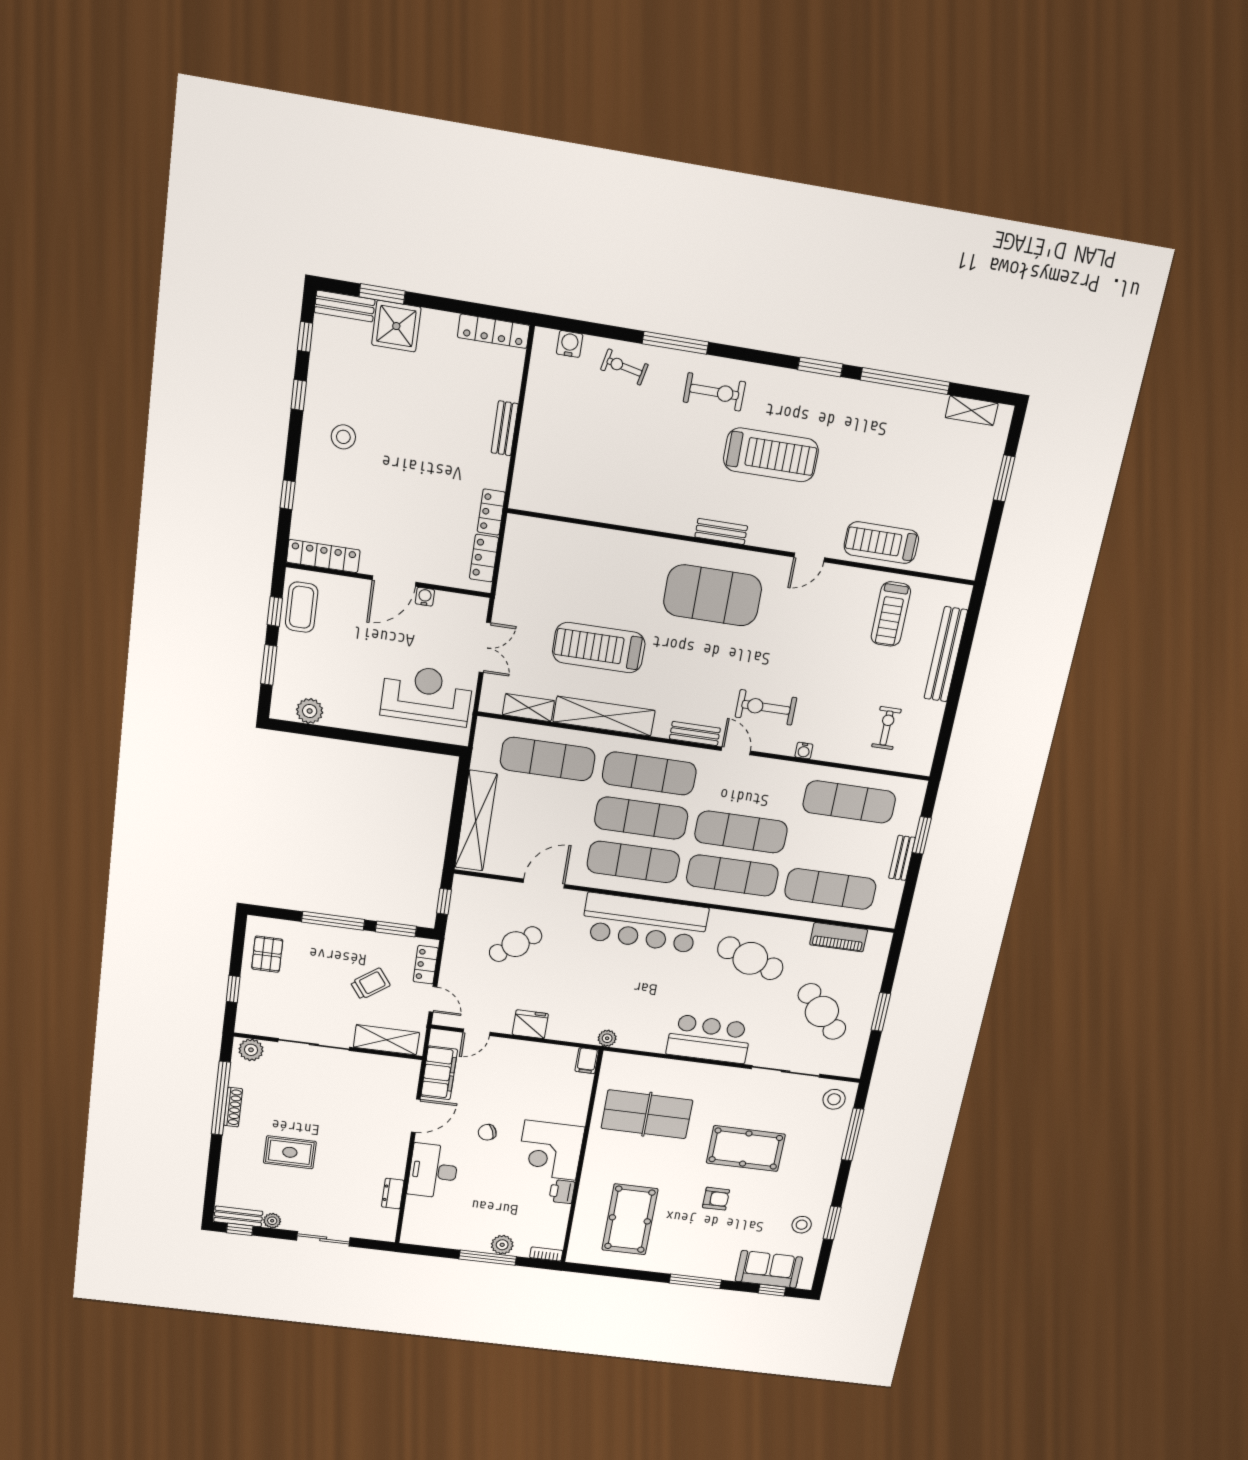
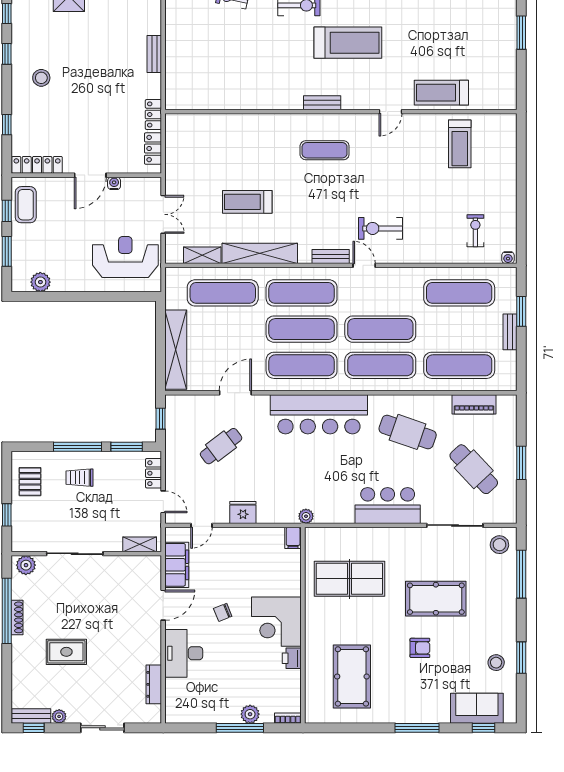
exercise mat: (713, 595) -> (325, 150), width x0.50, depth x0.69
treadmill: (599, 648) -> (247, 202), width x0.73, depth x0.73
bench: (946, 654) -> (508, 168), removed
water cooler: (804, 751) -> (508, 258), moved
trolley: (370, 984) -> (79, 478), moved, turned -144
shelving: (386, 1040) -> (140, 544), width x0.67, depth x0.75
dresser: (393, 1194) -> (154, 684), width x1.44

